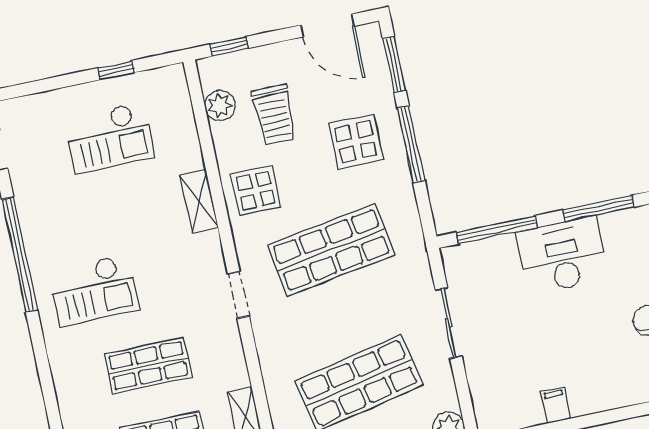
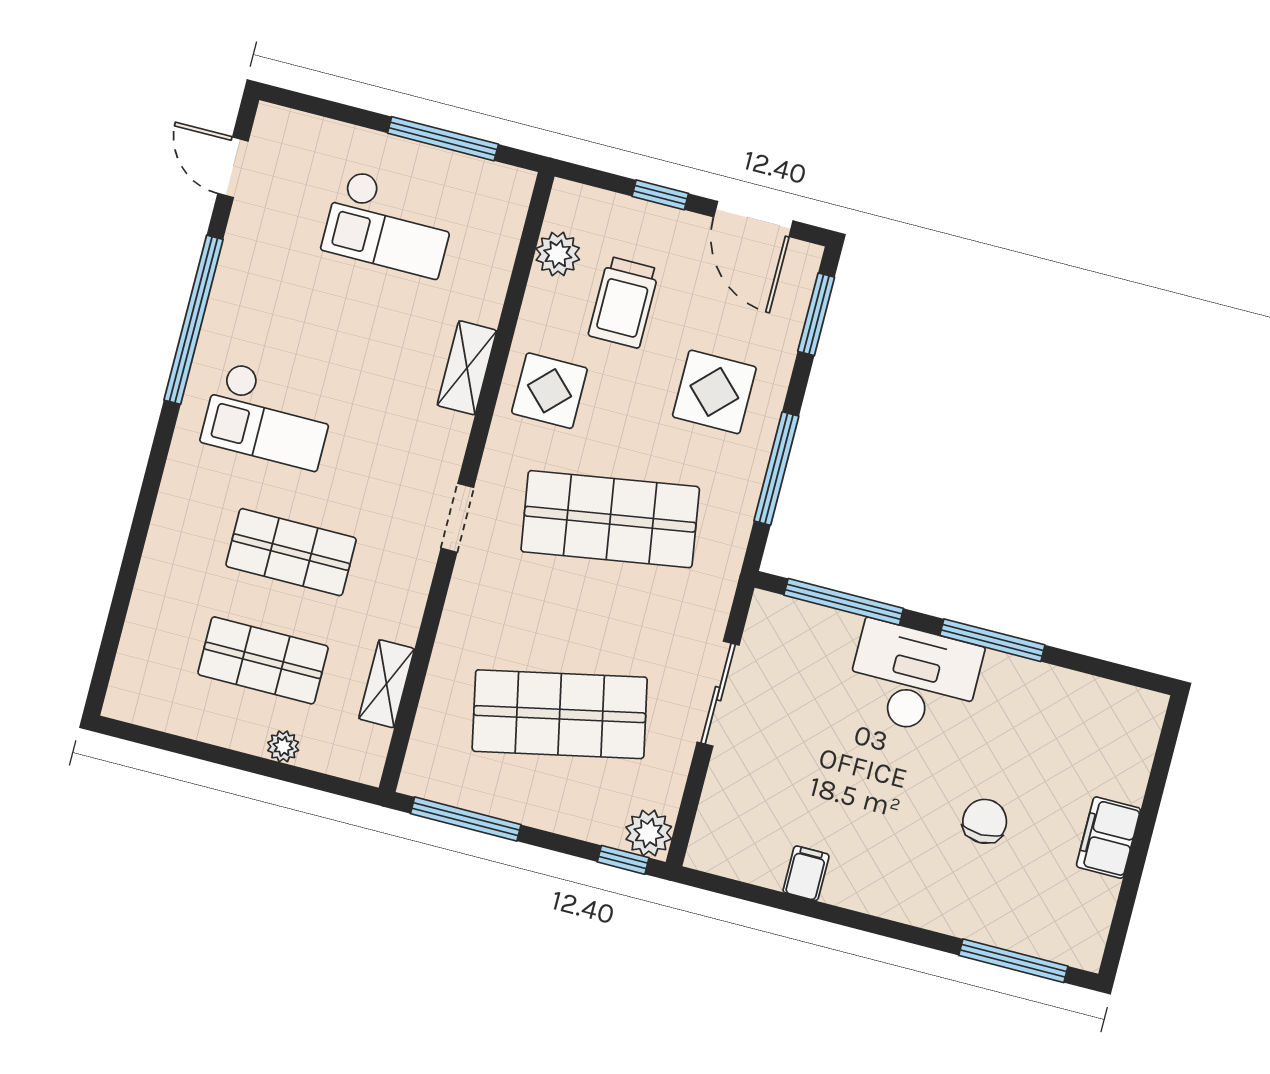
window: (229, 46) -> (660, 195), moved
window: (116, 70) -> (443, 139), width x2.17
window: (411, 144) -> (776, 469), moved

